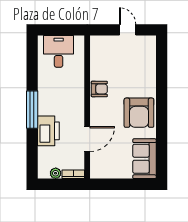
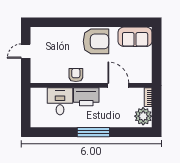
desk: (59, 51) -> (60, 101), moved, turned 90
printer: (48, 131) -> (86, 97), moved, turned 180
plant: (56, 173) -> (143, 116), width x1.88, depth x1.88

